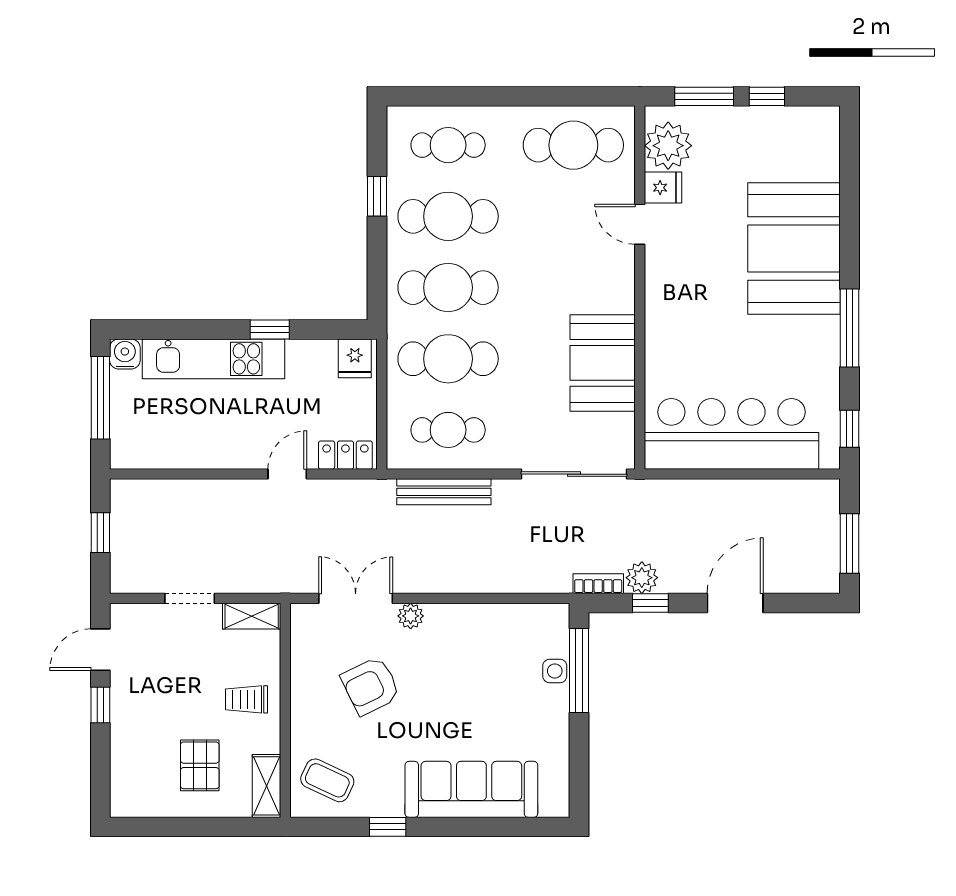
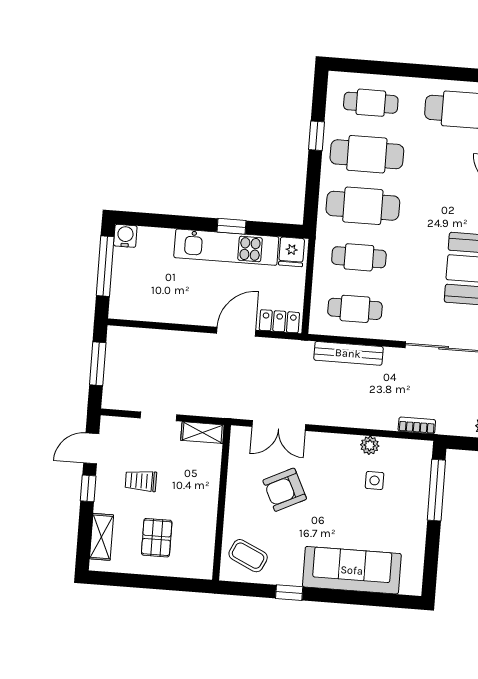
kitchen unit: (214, 359) -> (226, 247), moved
cafe table: (448, 359) -> (359, 257), width x0.73, depth x0.74
door: (287, 474) -> (236, 332), width x1.38
window: (100, 533) -> (98, 364), width x1.50
bookcase: (598, 584) -> (417, 425), moved
double door: (356, 598) -> (279, 426), swing flipped
plant: (411, 616) -> (370, 445), moved
side table: (555, 671) -> (375, 480), moved
trolley: (246, 699) -> (141, 481), moved
shelving: (266, 786) -> (101, 537), moved

